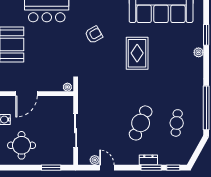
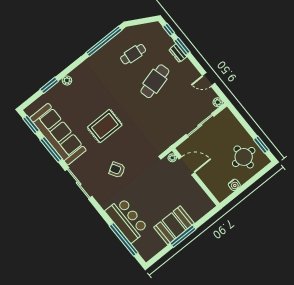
door: (26, 94) -> (187, 166), moved
cafe table: (141, 123) -> (155, 81), turned -39
plant: (95, 160) -> (218, 102), moved
window: (51, 168) -> (261, 145), moved
door: (107, 168) -> (209, 79), hinge flipped

